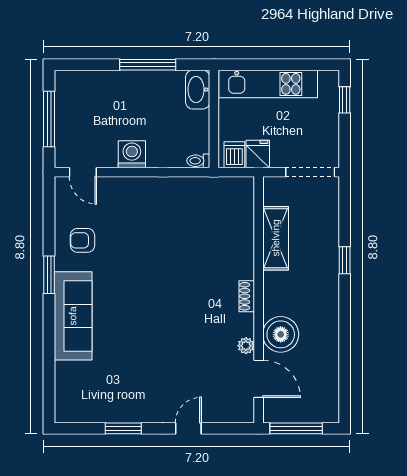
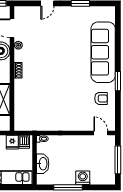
washbasin: (198, 90) -> (43, 164), moved
washing machine: (132, 154) -> (83, 178), moved, turned 180
sofa: (73, 316) -> (103, 52), width x1.36, depth x1.27

